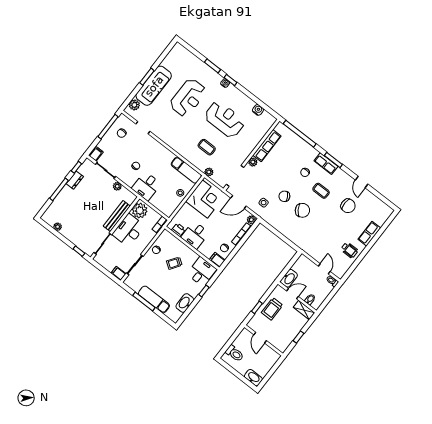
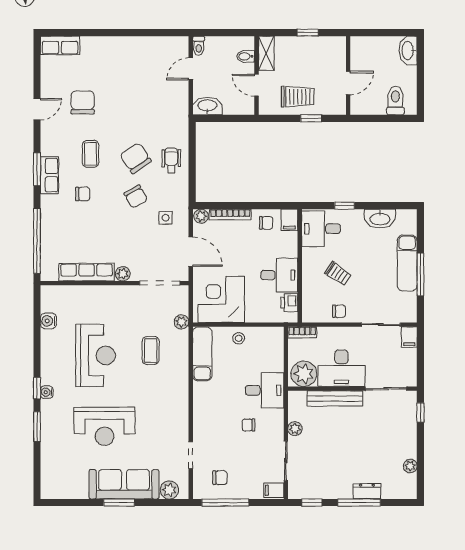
reception desk: (188, 98) -> (104, 426), turned 180
reception desk: (225, 119) -> (95, 355), turned 180
dresser: (75, 180) -> (367, 491), moved
row of seats: (369, 234) -> (60, 45), moved
wheelchair: (349, 250) -> (171, 160), moved
washbasin: (289, 278) -> (207, 106), moved

